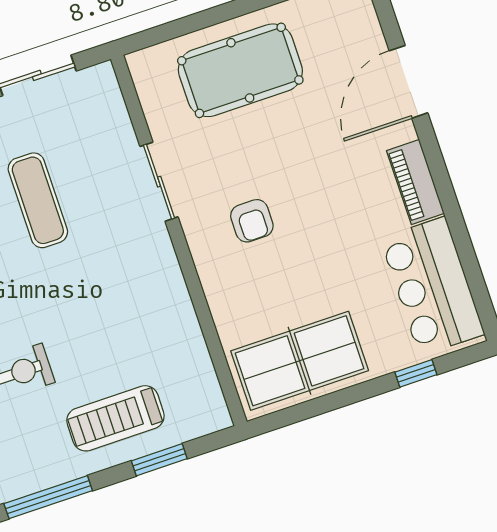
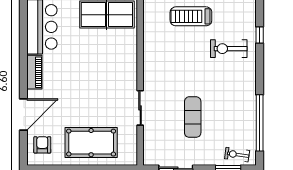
armchair: (252, 221) -> (42, 145), moved
treadmill: (115, 418) -> (191, 16), turned 180

